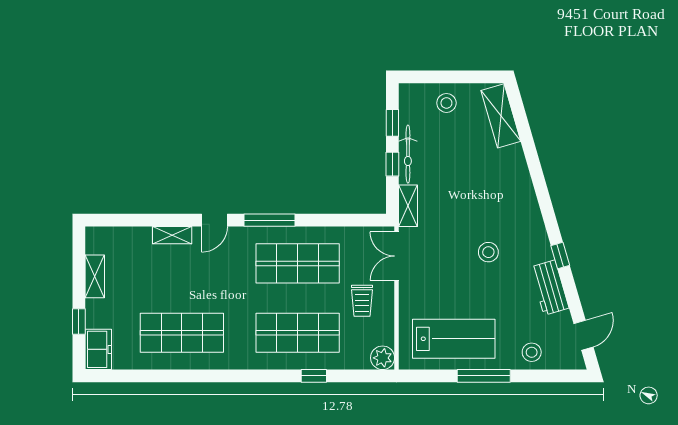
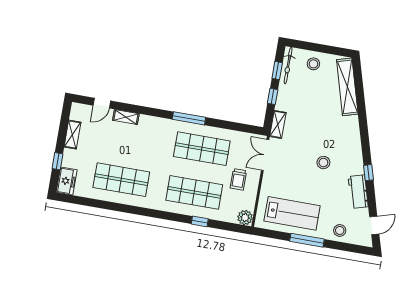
shelving: (501, 116) -> (347, 87), width x1.47
bicycle: (408, 154) -> (288, 66), moved
door: (214, 220) -> (102, 103), moved

